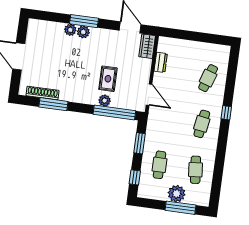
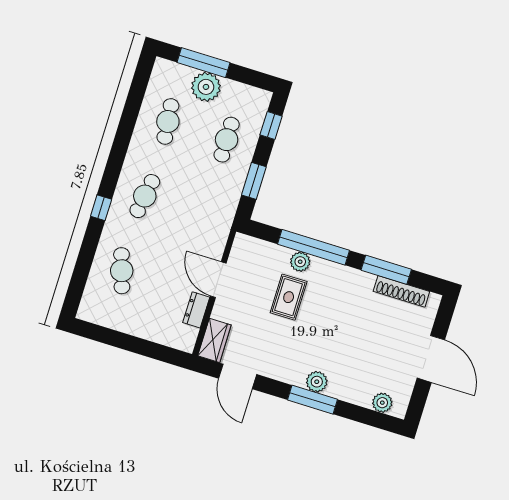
plant: (70, 30) -> (382, 403), moved
cafe table: (208, 78) -> (122, 271), turned -36
door: (149, 95) -> (218, 280), moved
window: (114, 113) -> (313, 247), moved

